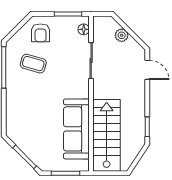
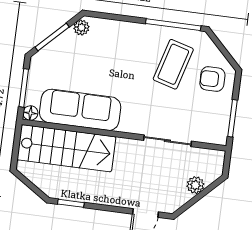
floor lamp: (84, 29) -> (30, 113), moved
coffee table: (33, 64) -> (173, 64), width x1.36, depth x1.30
plant: (15, 136) -> (81, 28), added

